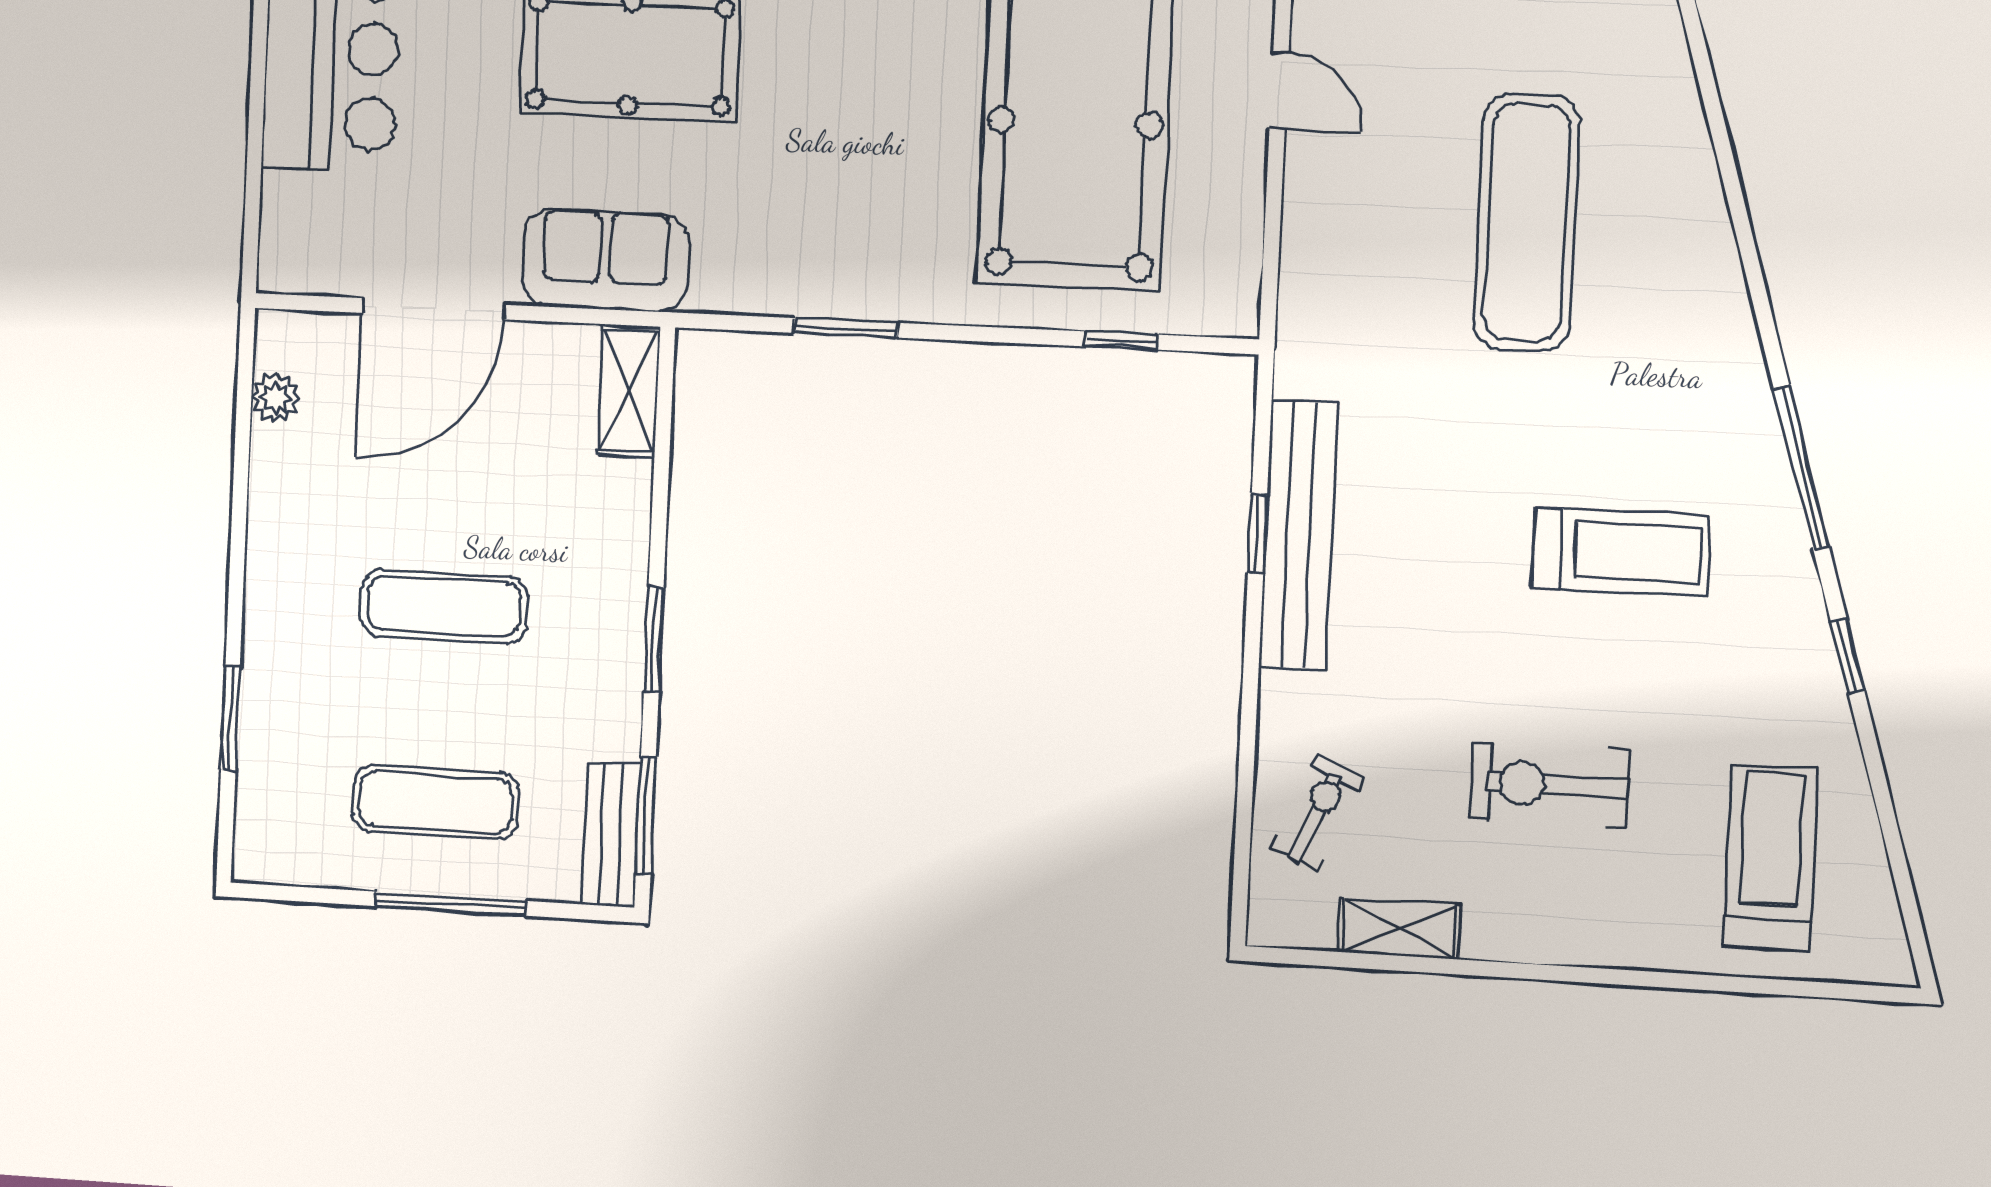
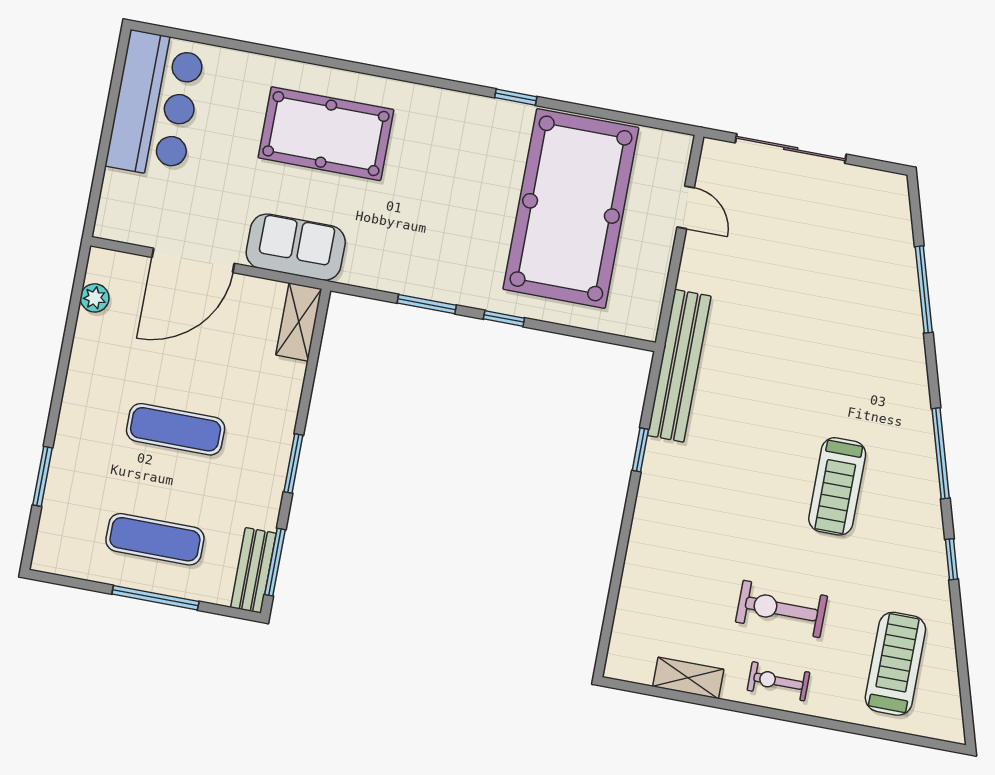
window: (1730, 176) -> (924, 289), added
exercise mat: (1527, 222) -> (811, 299), removed
window: (1121, 341) -> (504, 319), moved
bench: (1298, 535) -> (679, 366), moved
treadmill: (1620, 552) -> (837, 486), turned 90
exercise bike: (1317, 813) -> (778, 681), moved, turned -114

